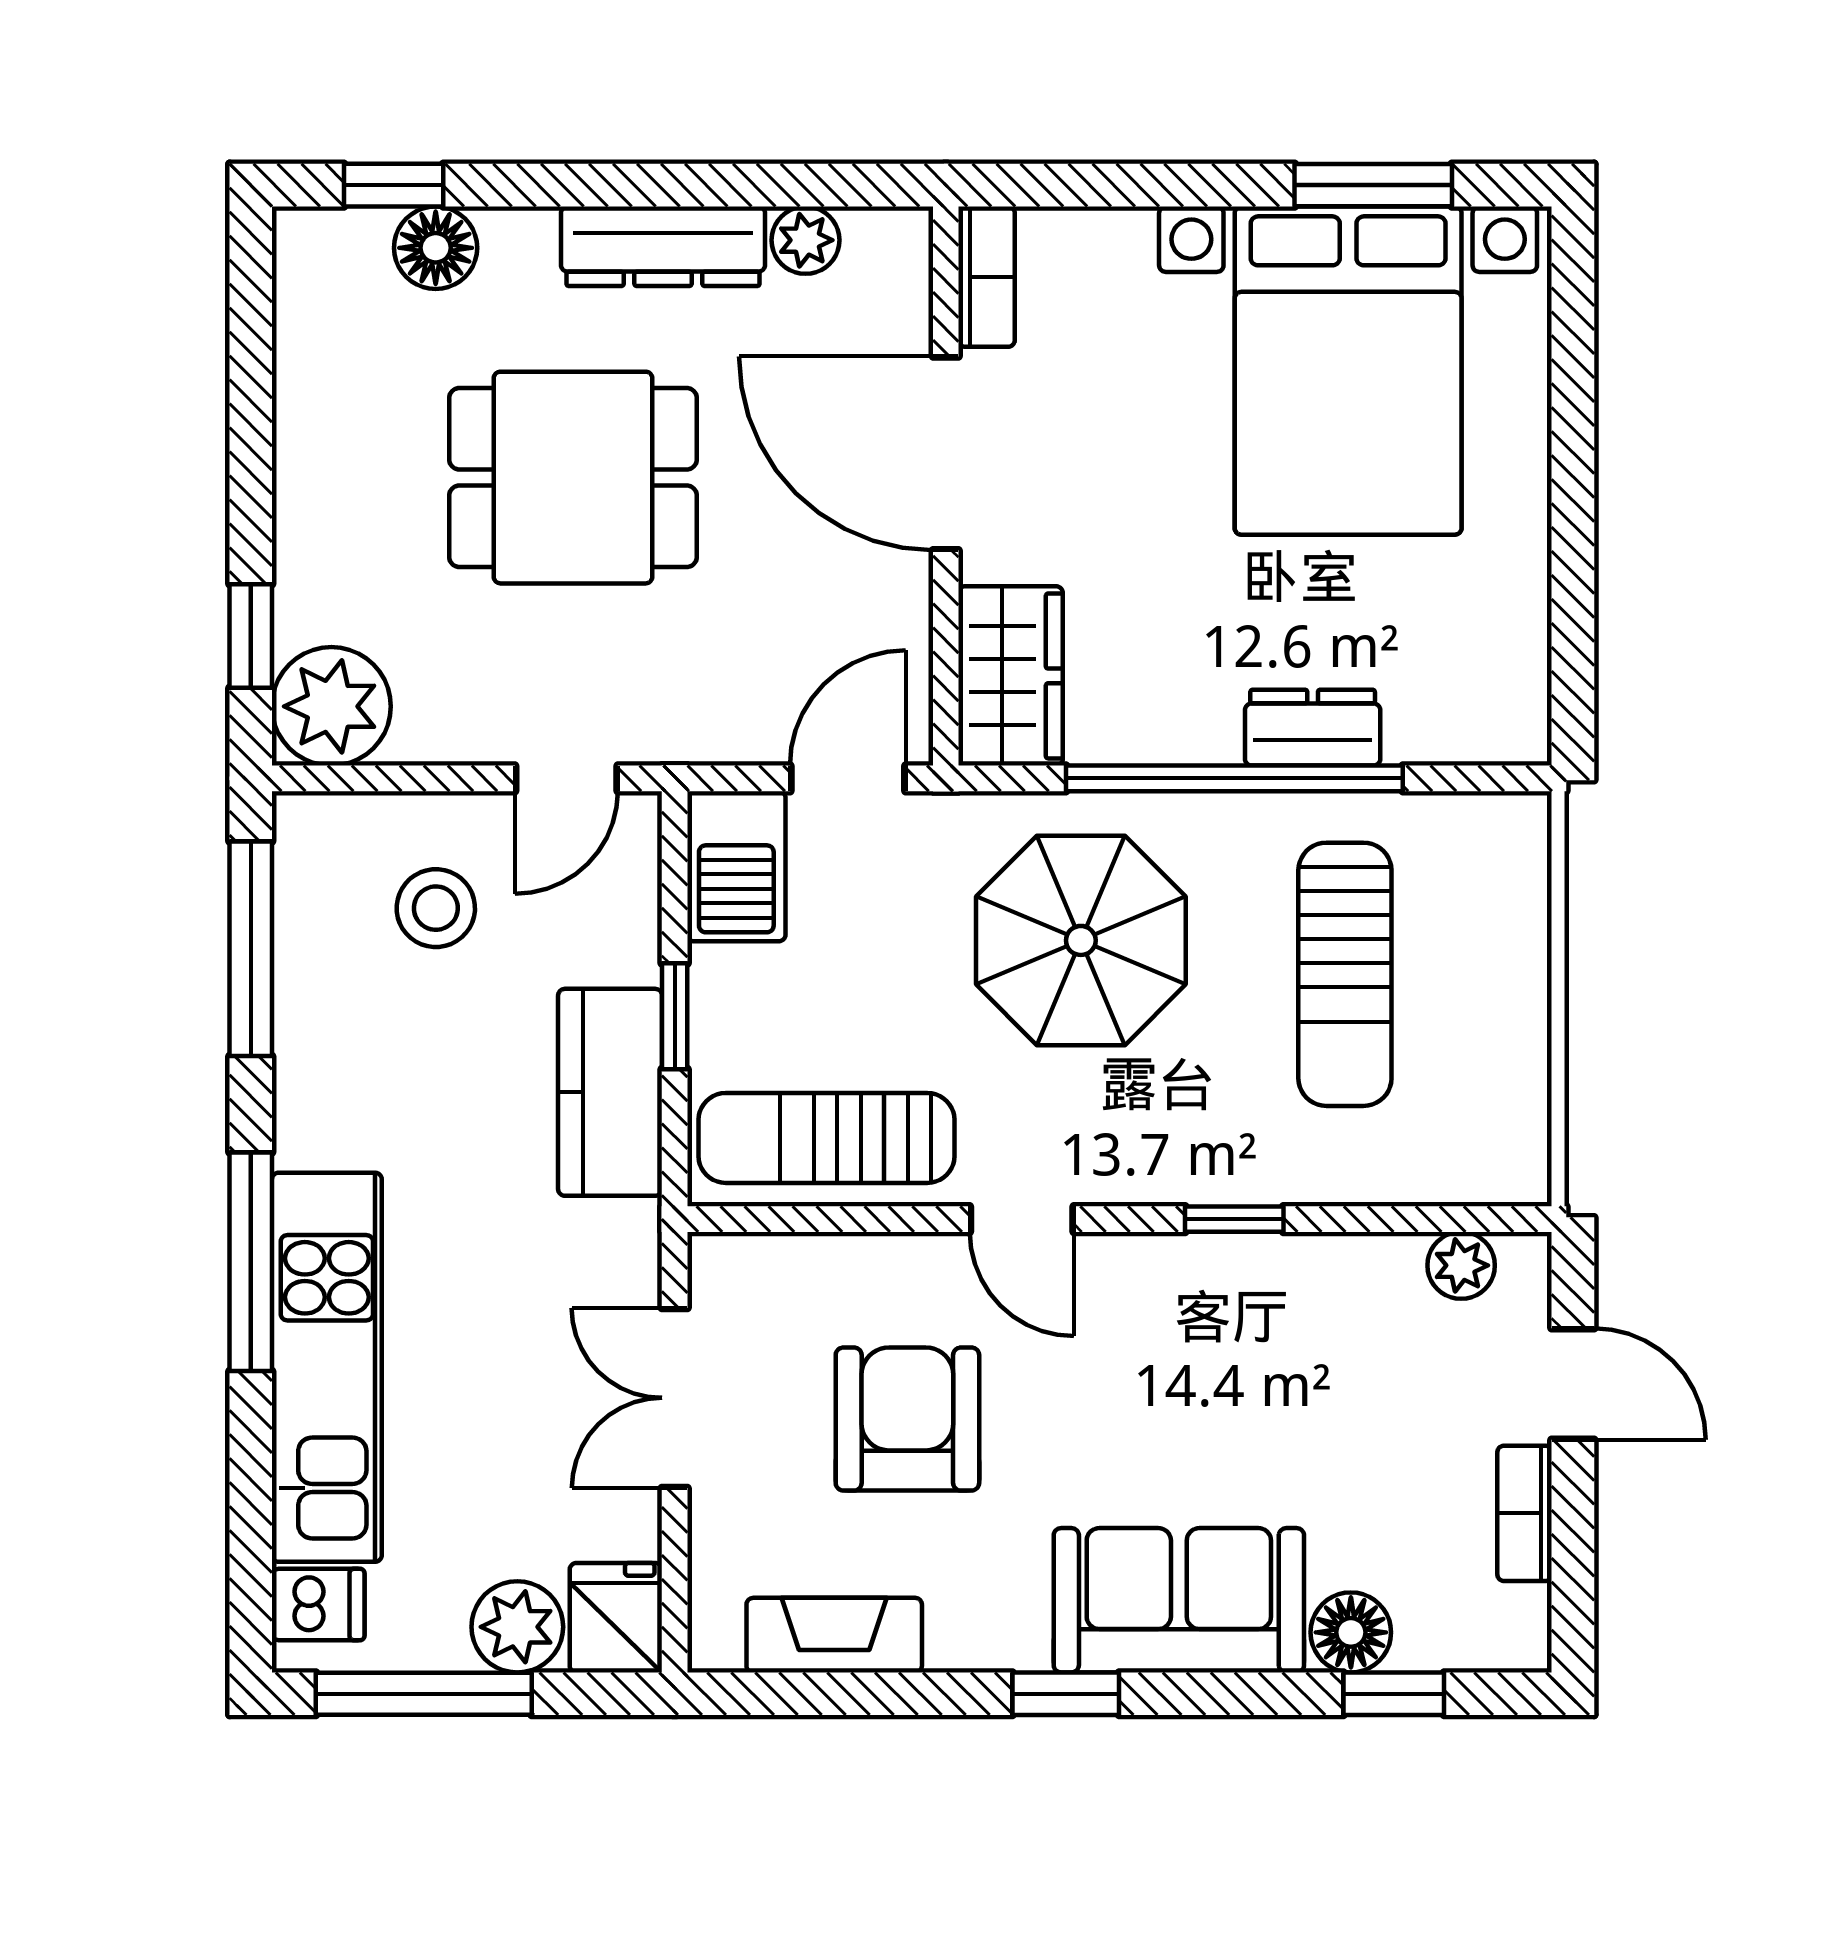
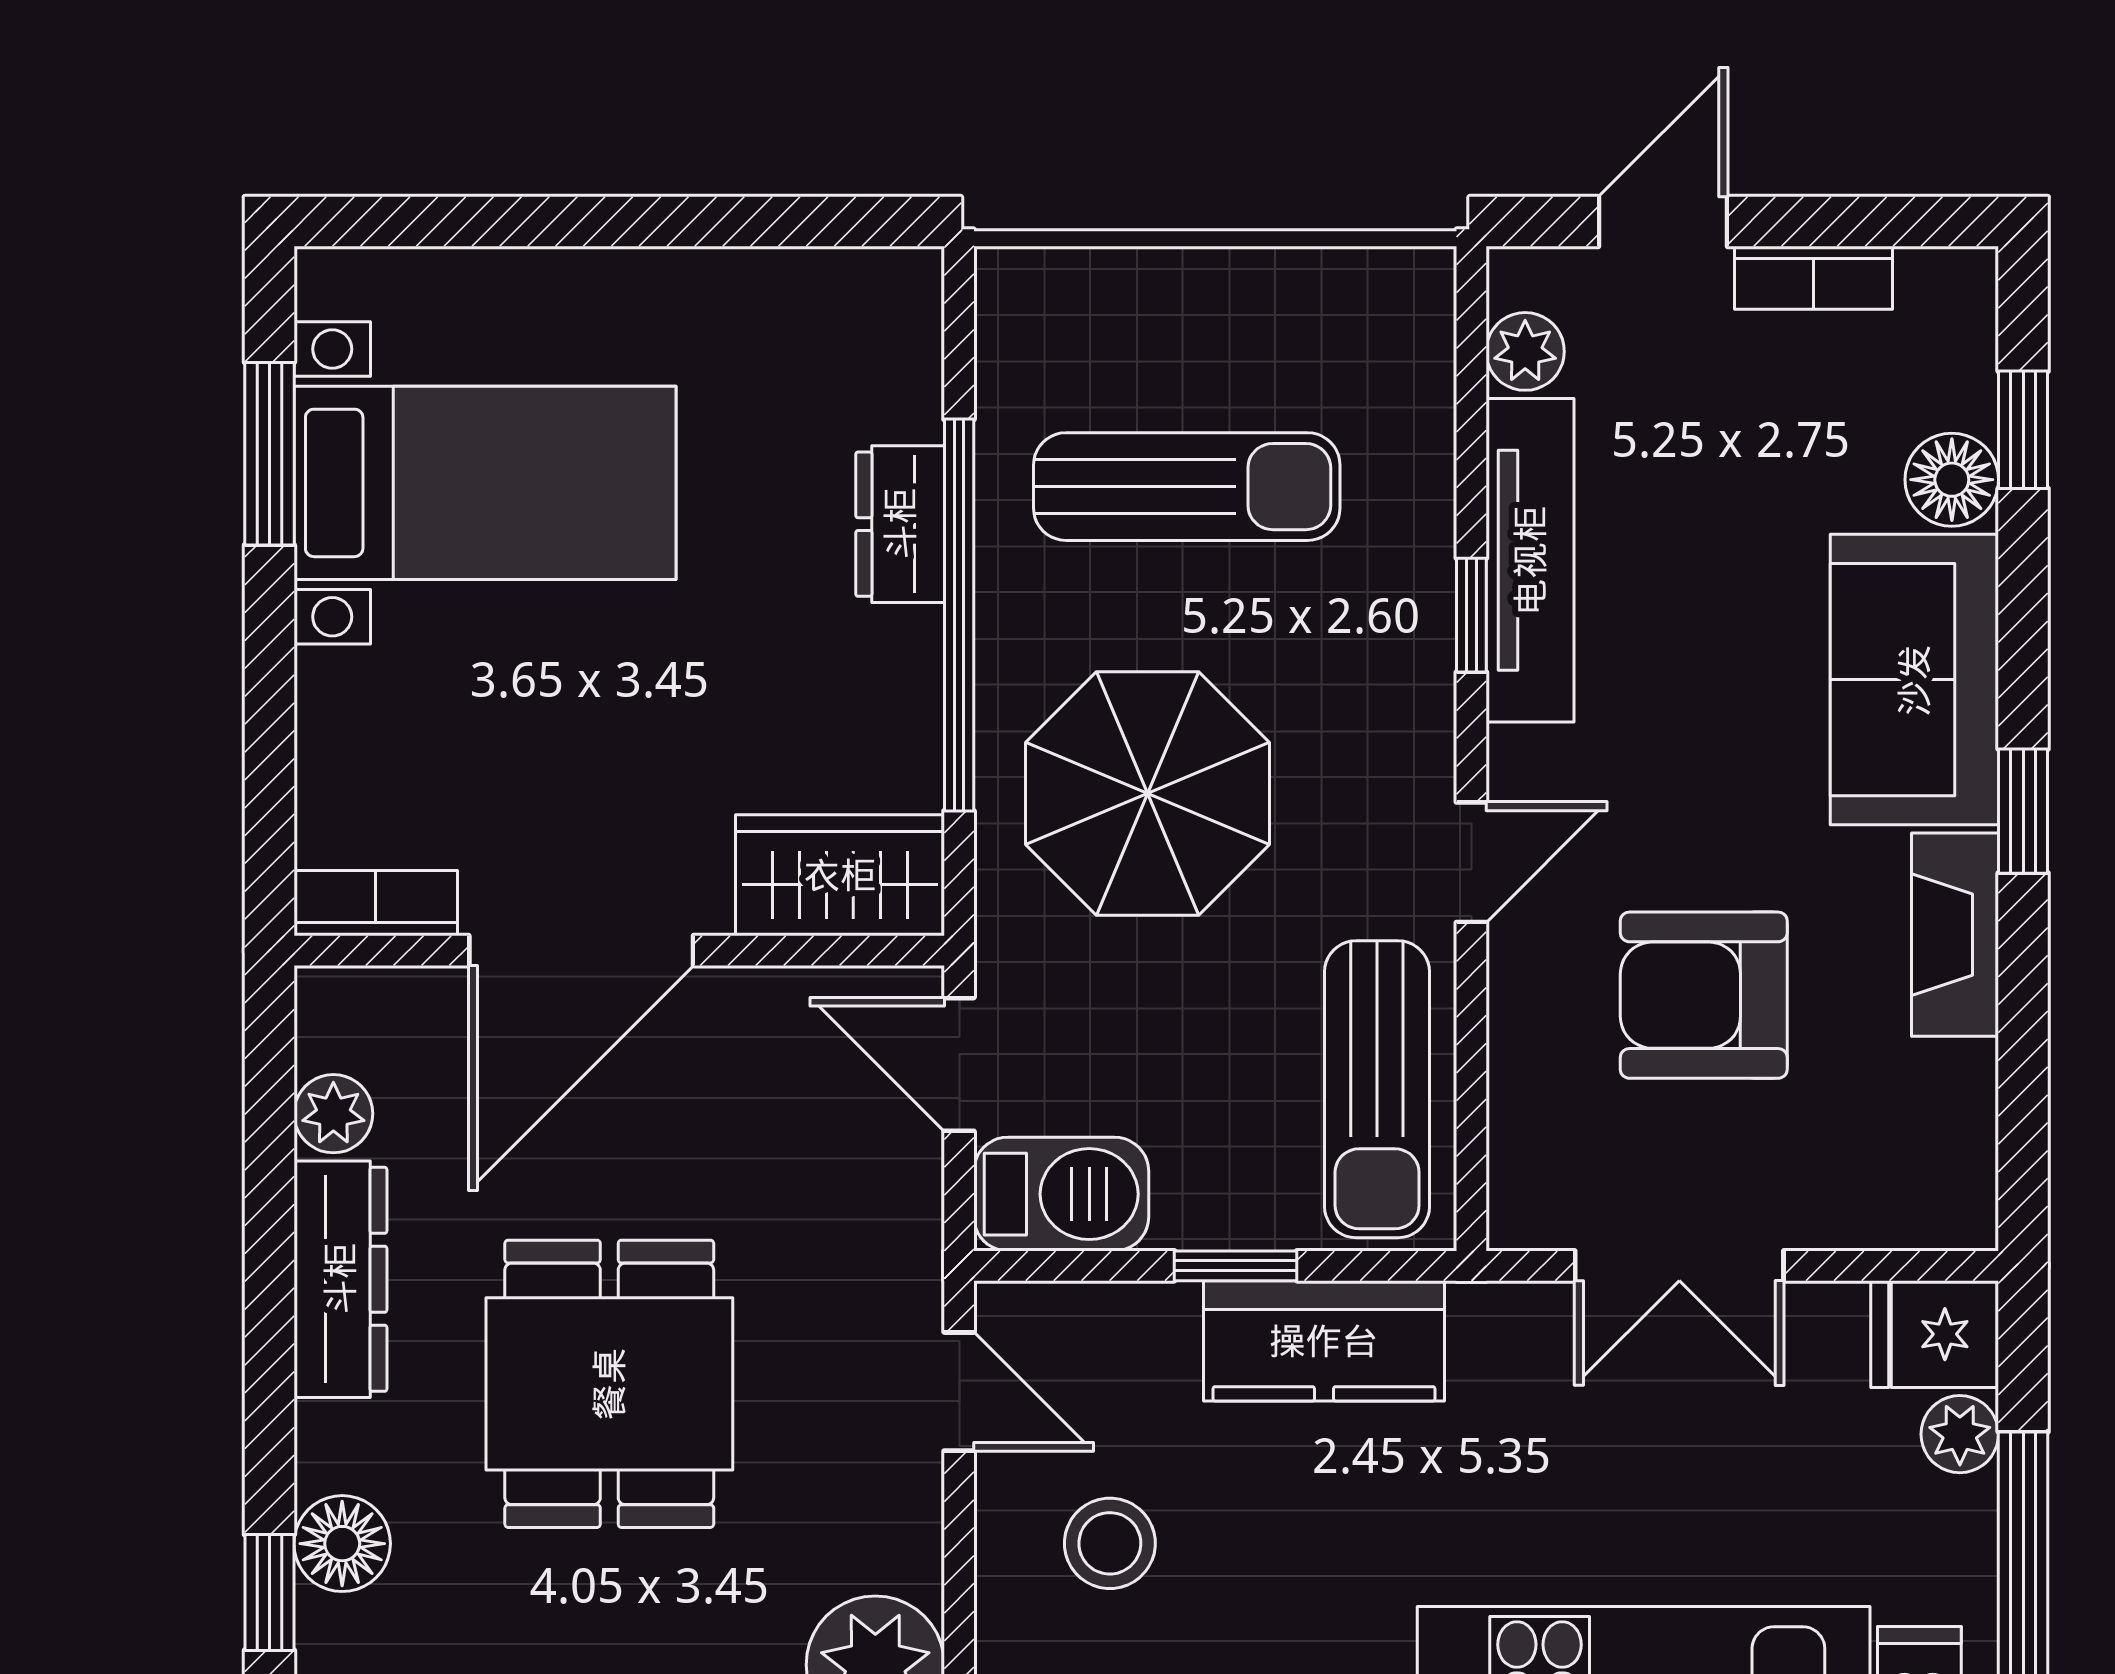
bed with nightstands: (1348, 371) -> (485, 483), width x0.73
tv unit: (1281, 1270) -> (1530, 560), added
plant: (517, 1627) -> (1960, 1434), width x0.73, depth x0.73
fireplace: (834, 1635) -> (1955, 935), moved

